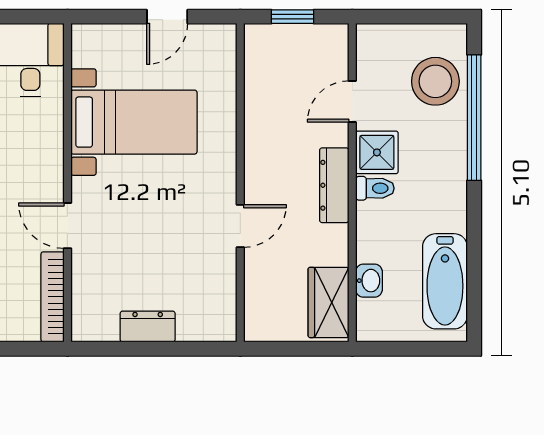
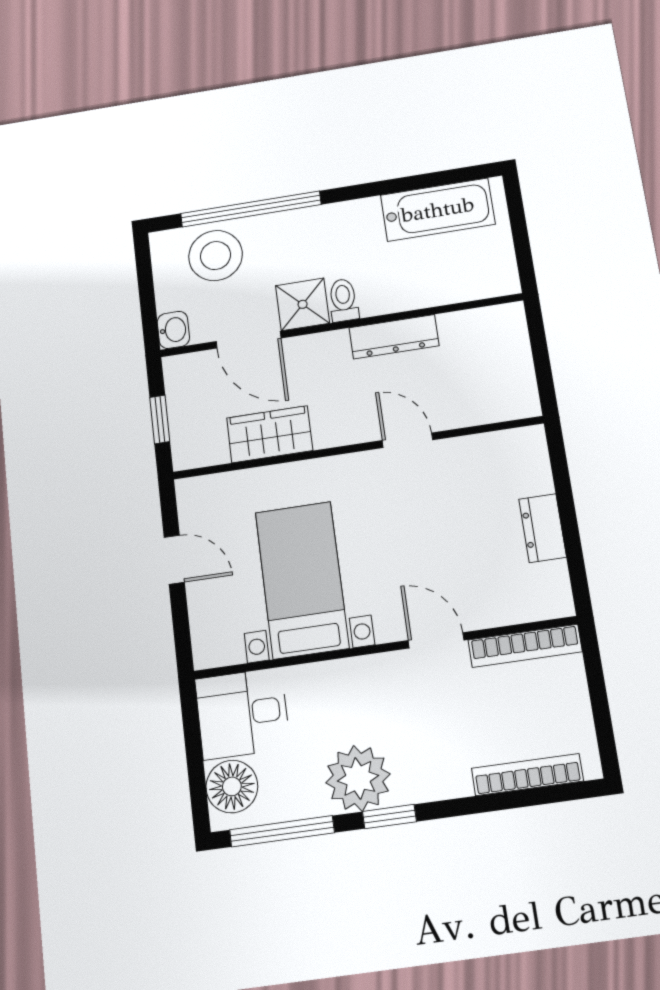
door: (352, 102) -> (249, 340), width x1.38
dresser: (334, 185) -> (394, 337), moved
door: (67, 226) -> (436, 640), swing flipped
washbasin: (369, 281) -> (173, 330), moved, turned 90
wardrobe: (328, 302) -> (270, 434), moved, turned 180

